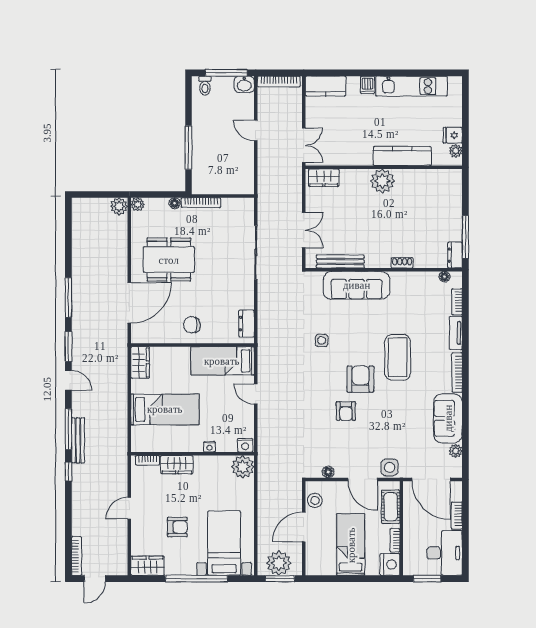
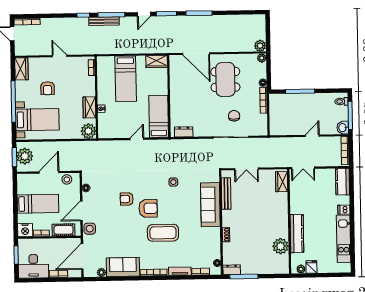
plant: (382, 181) -> (281, 246), moved
chair: (192, 325) -> (234, 116), moved
nightstand: (245, 445) -> (103, 132), removed
wardrobe: (177, 465) -> (89, 107), moved
door: (304, 527) -> (49, 172), hinge flipped

